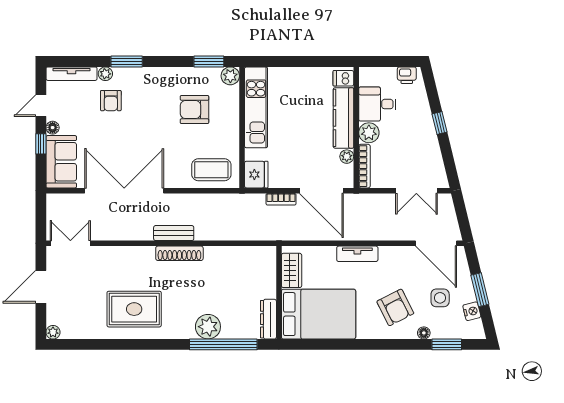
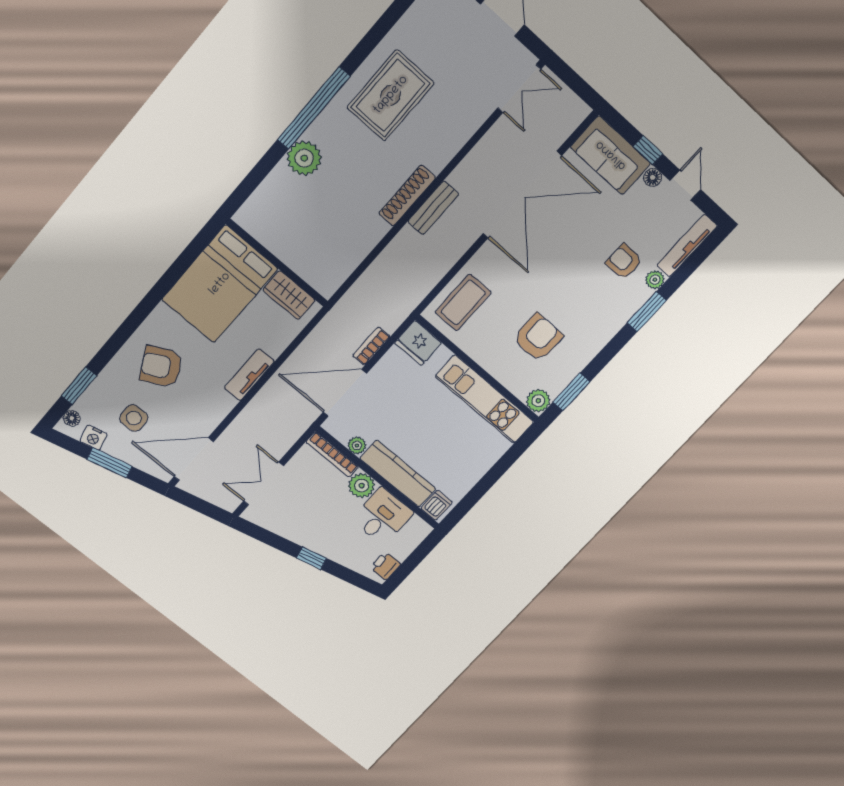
dresser: (268, 319) -> (258, 228), removed
floor lamp: (424, 333) -> (72, 418), moved
window: (223, 344) -> (314, 108), moved

